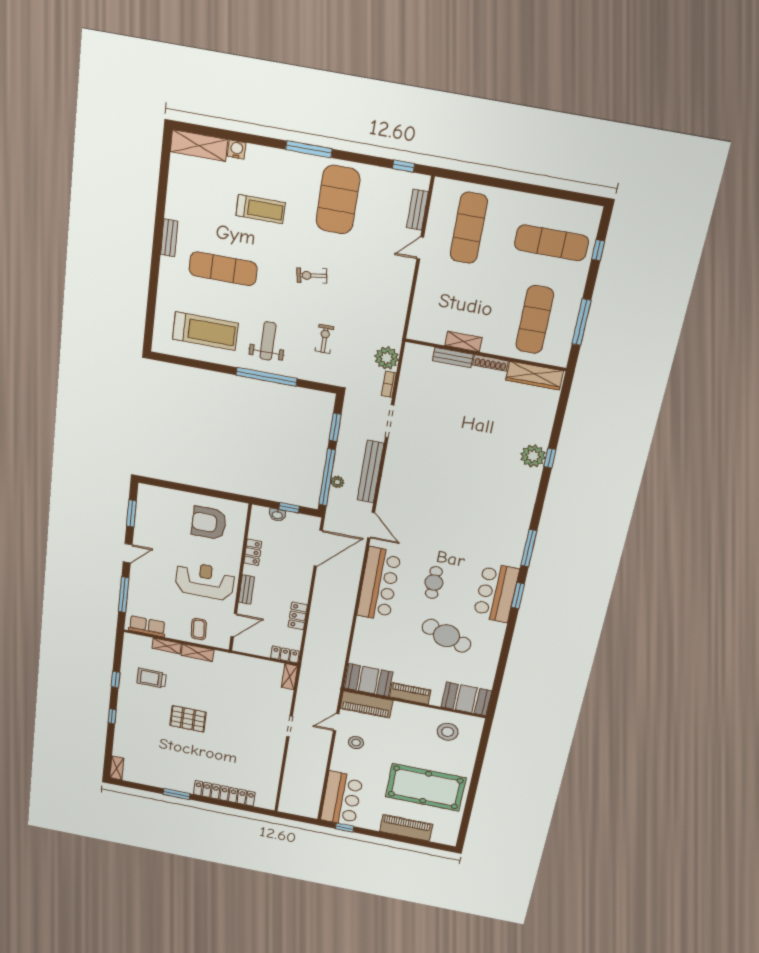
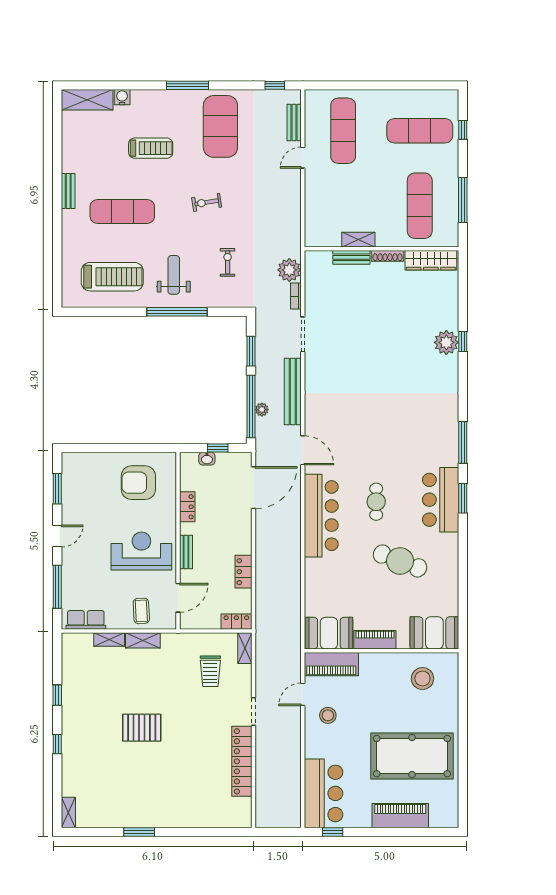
trolley: (152, 678) -> (210, 671), moved, turned -90
locker: (224, 793) -> (242, 761), moved, turned -90

